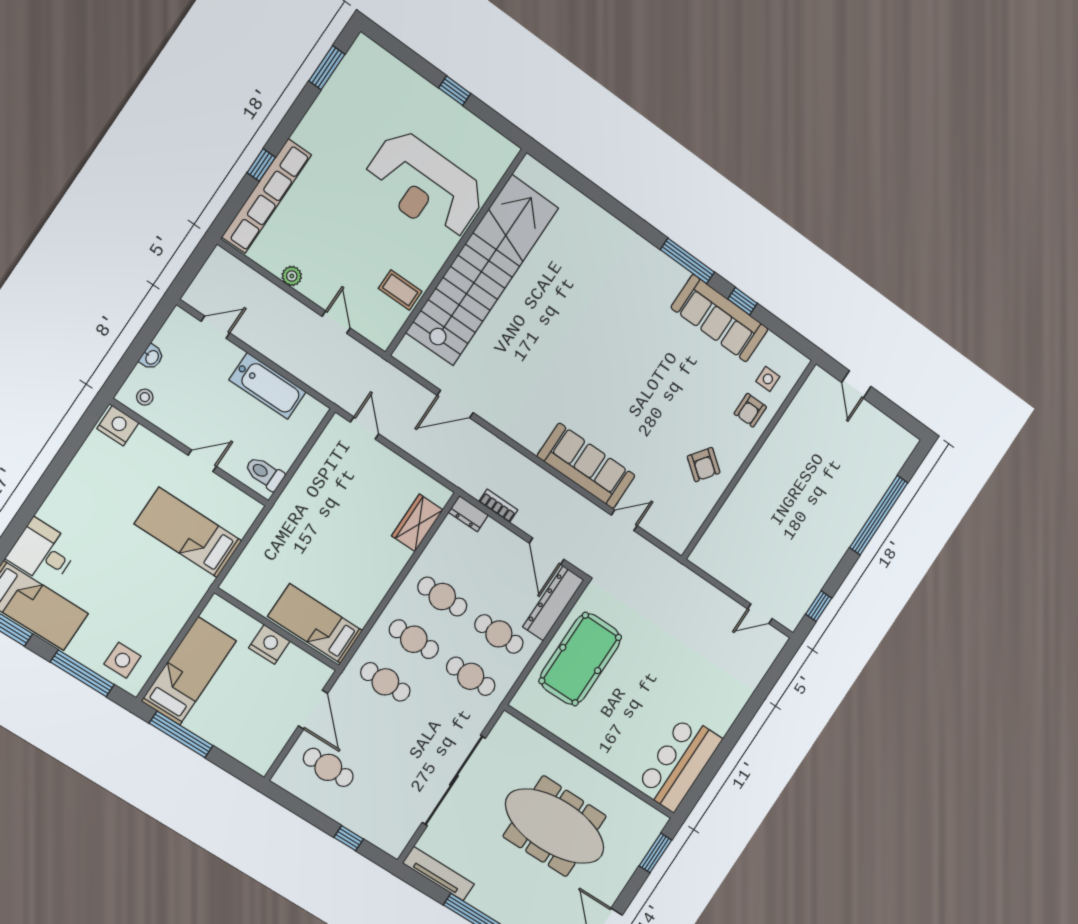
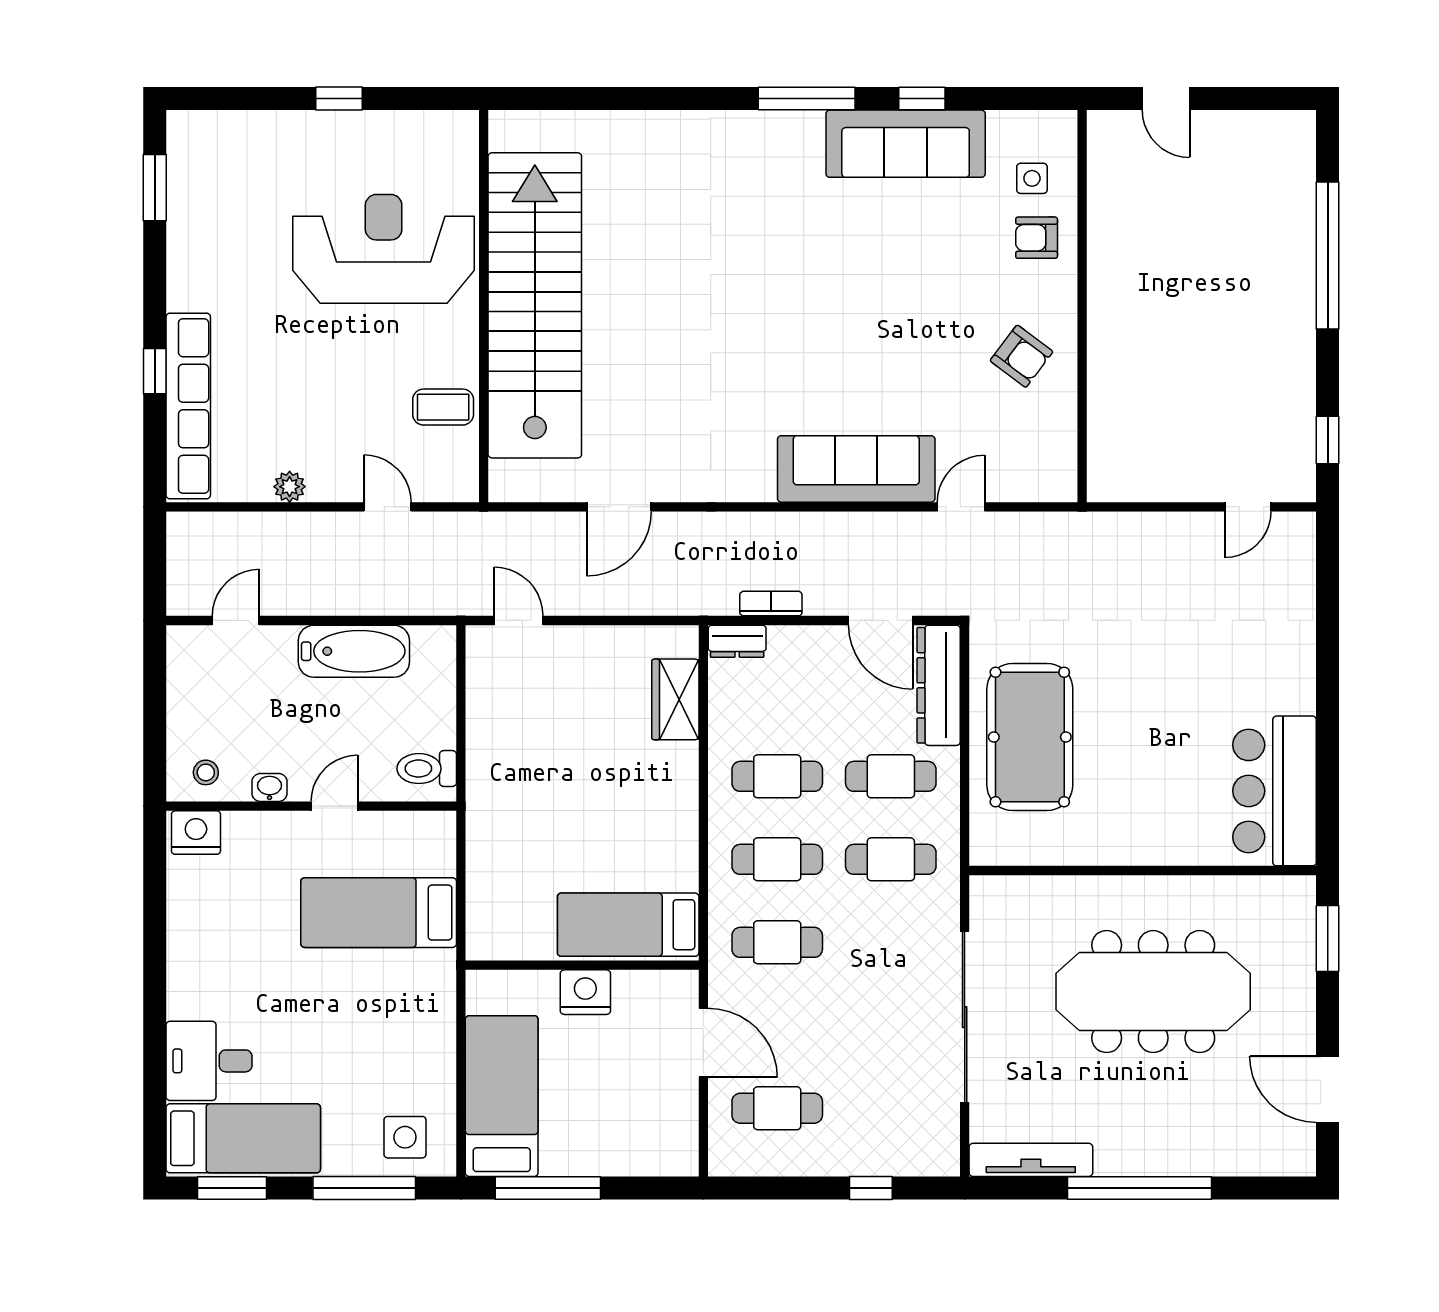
reception desk: (425, 186) -> (384, 249), turned 180
washbasin: (152, 357) -> (269, 787), moved, turned -90
armchair: (750, 410) -> (1037, 238), turned 90

